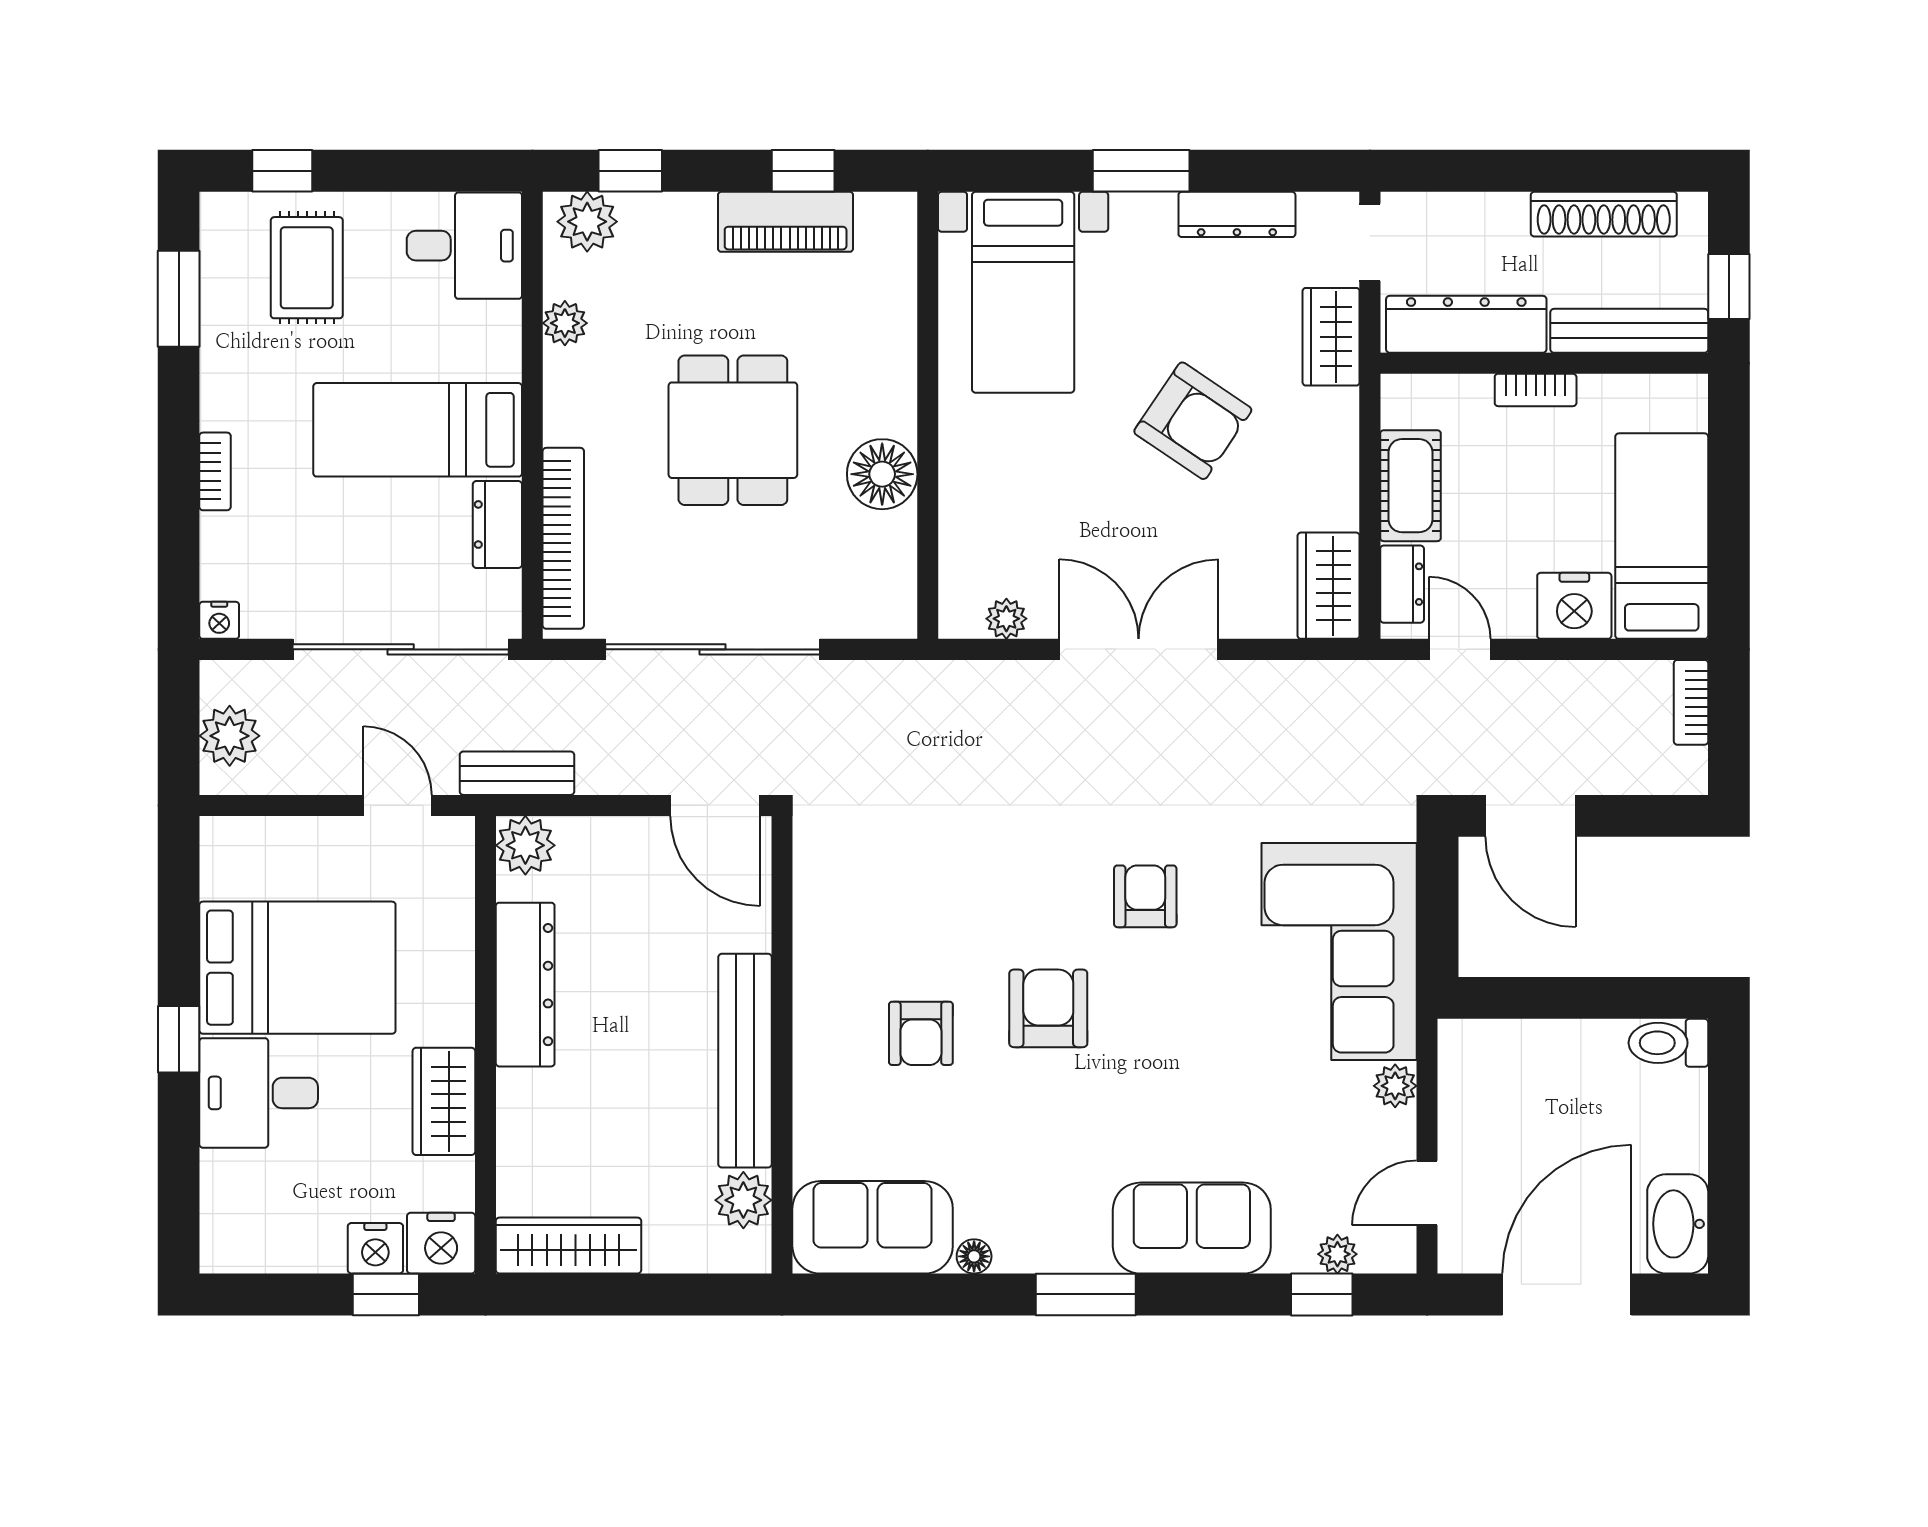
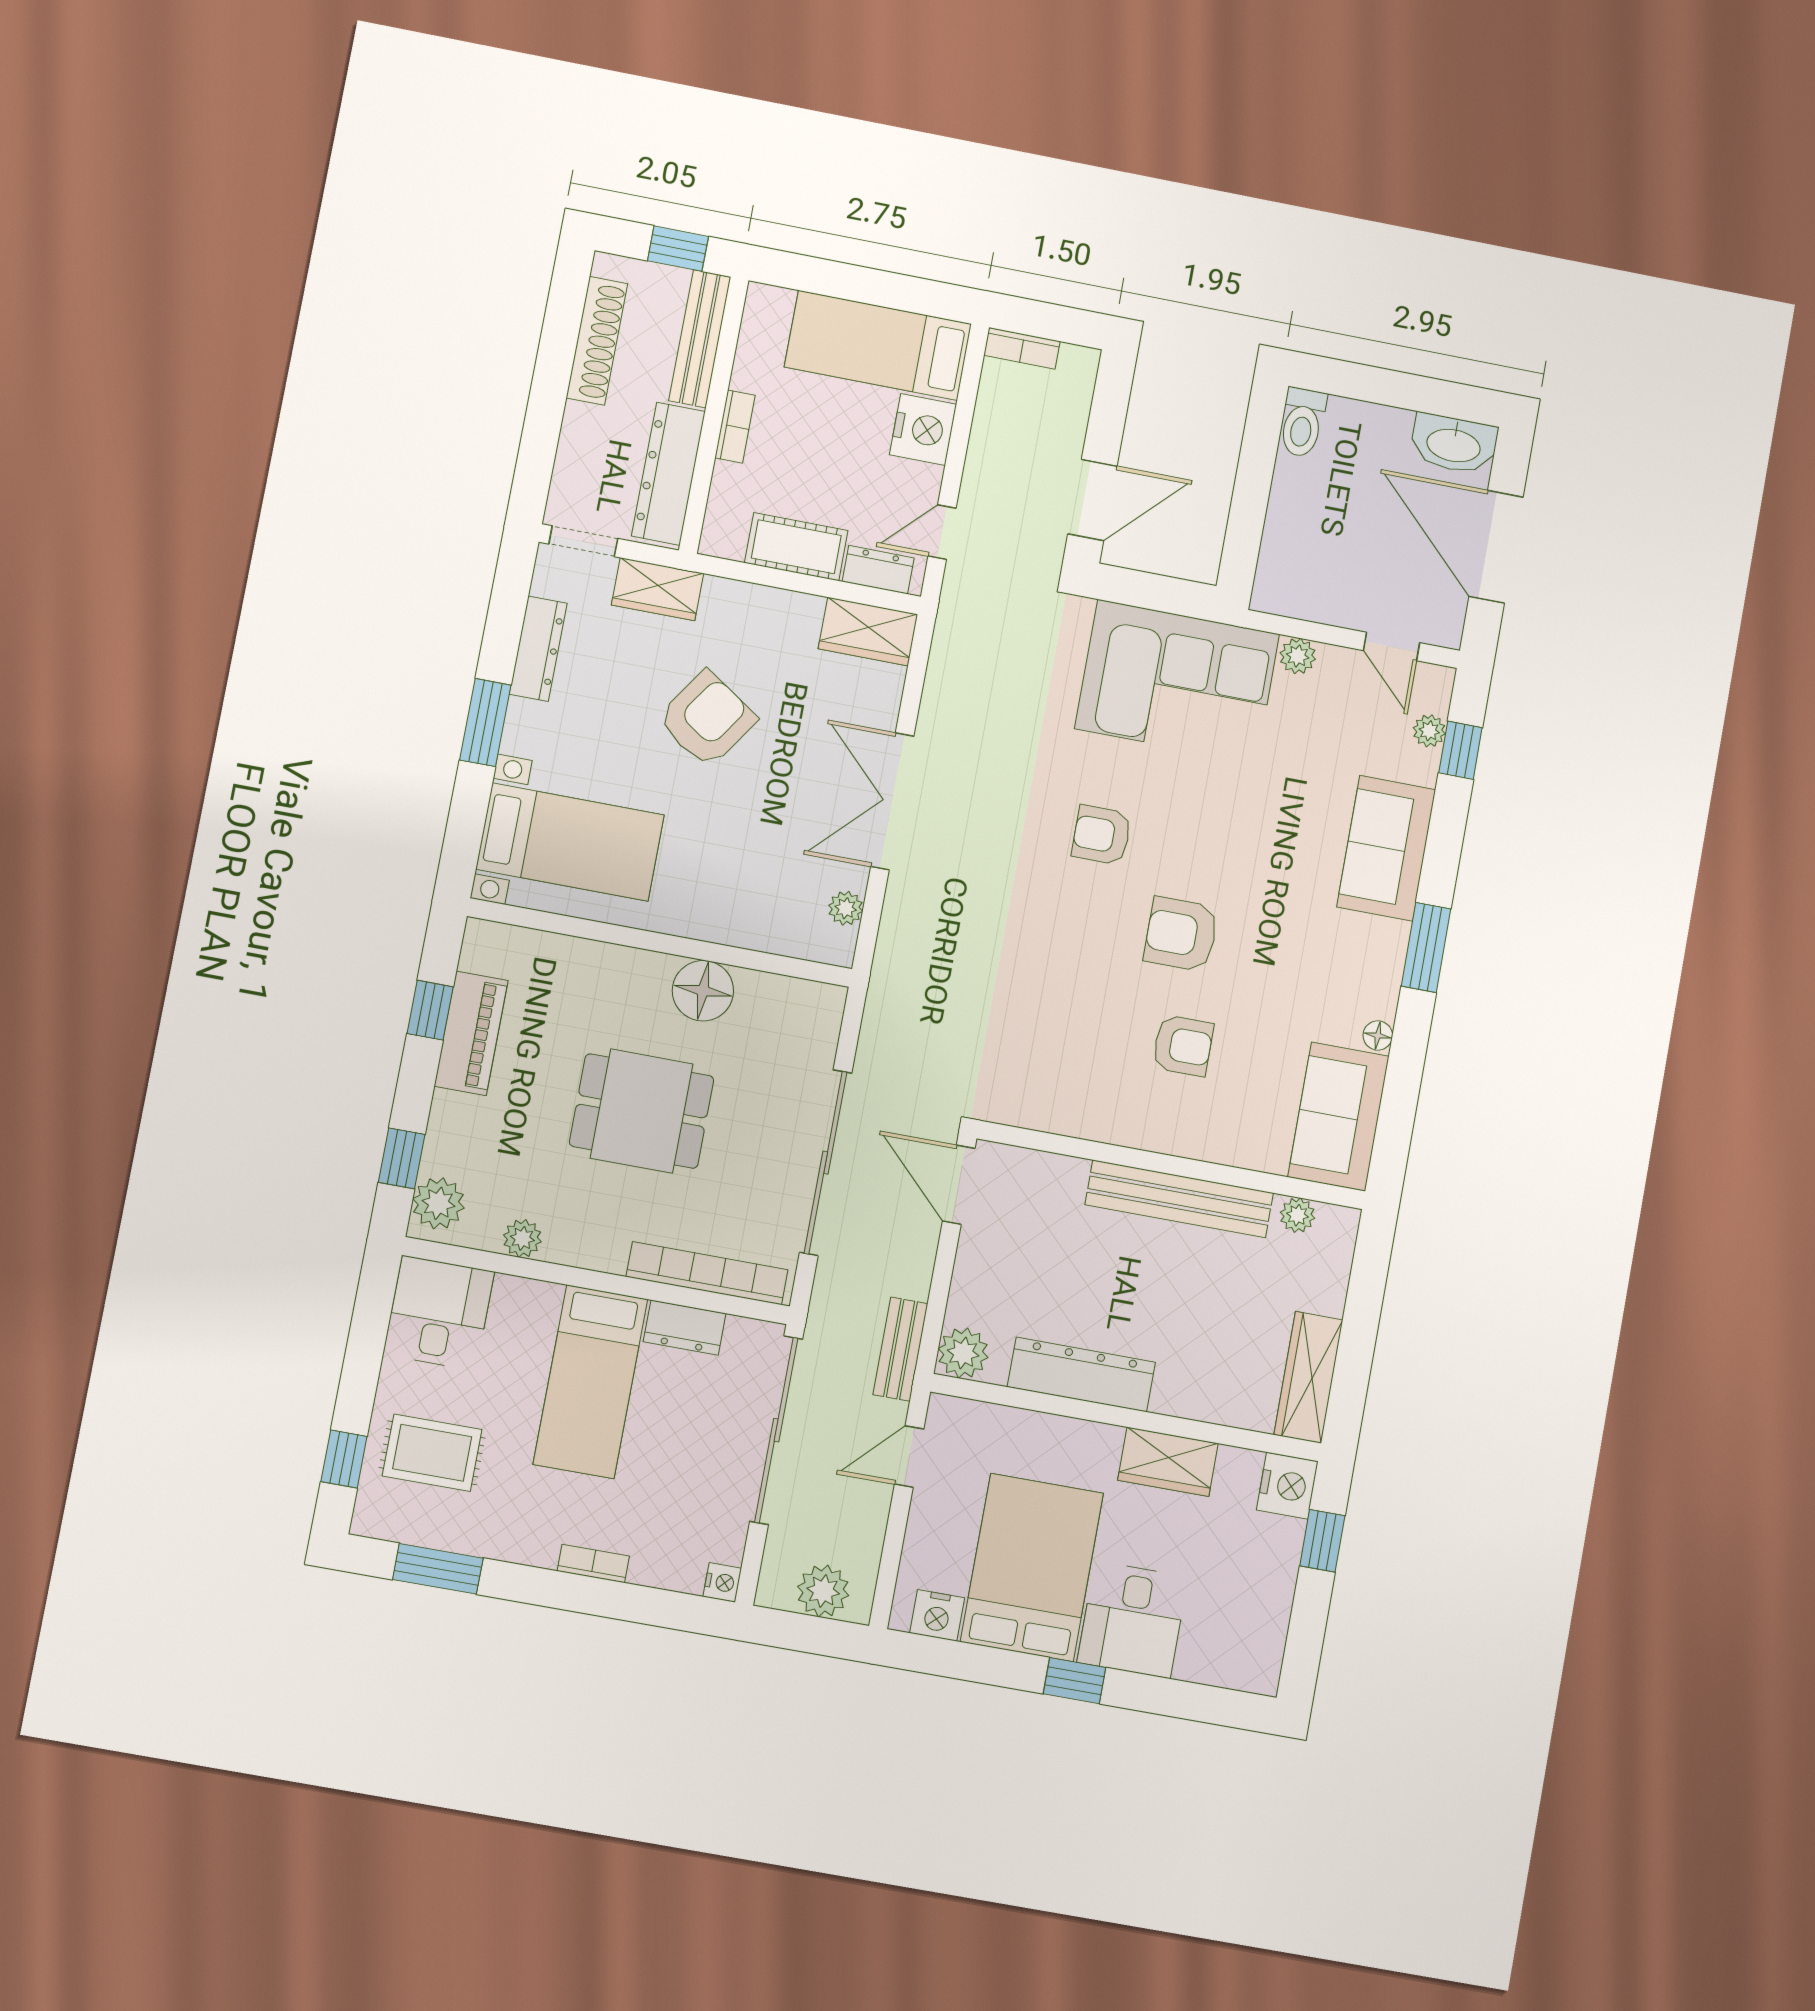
door: (715, 805) -> (959, 1185), swing flipped
plant: (743, 1200) -> (1297, 1215), width x0.73, depth x0.73
nightstand: (375, 1248) -> (937, 1615), moved, turned 90

